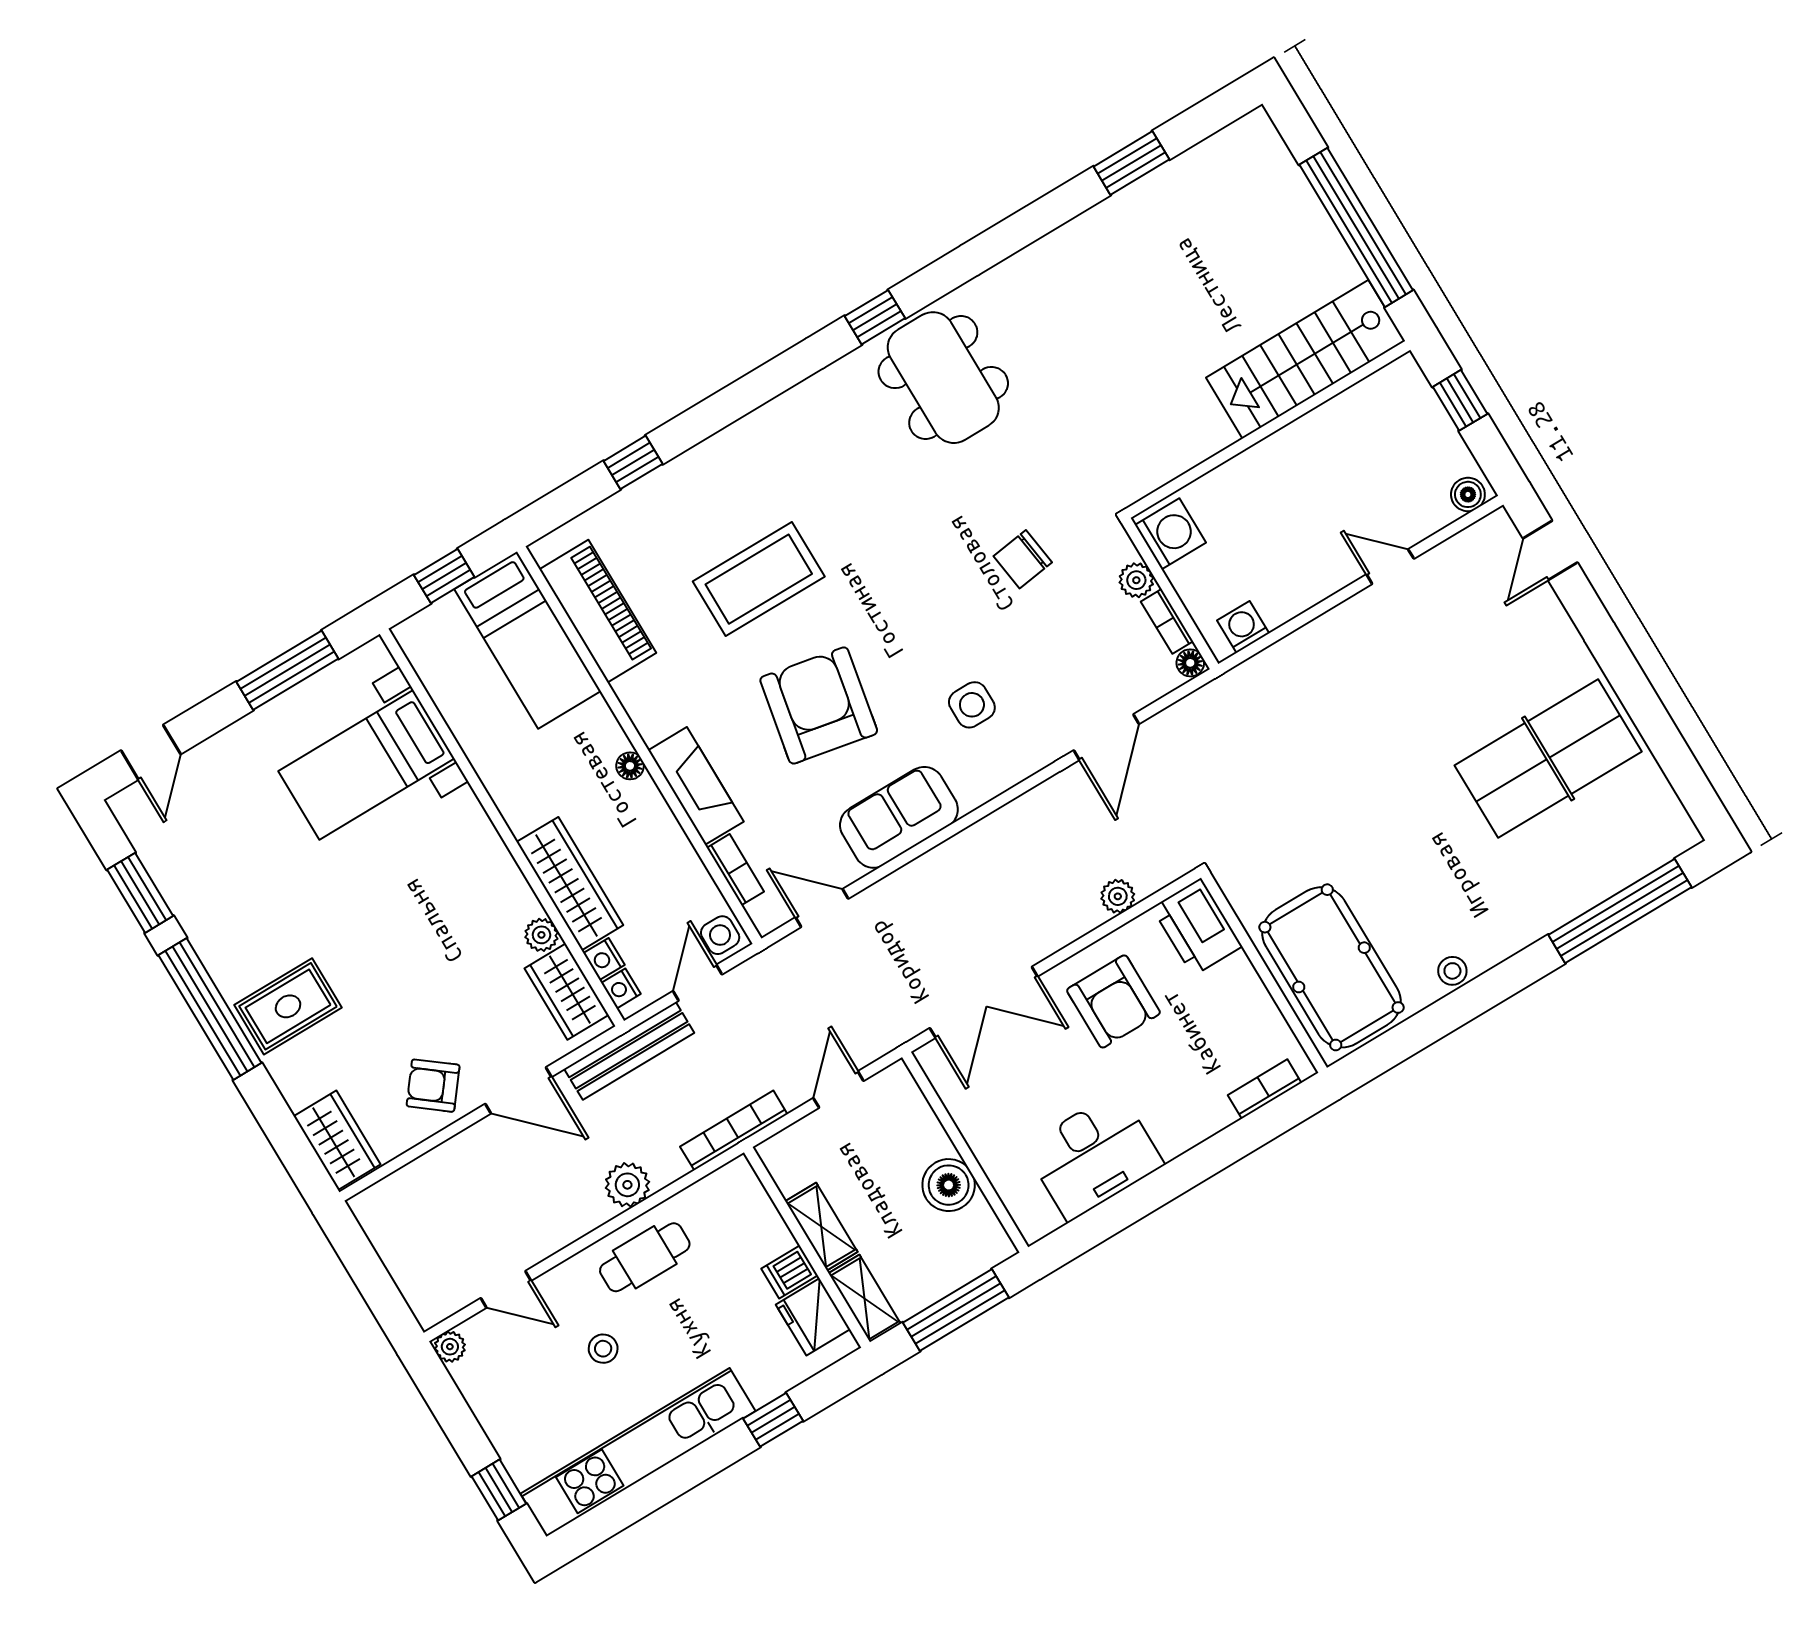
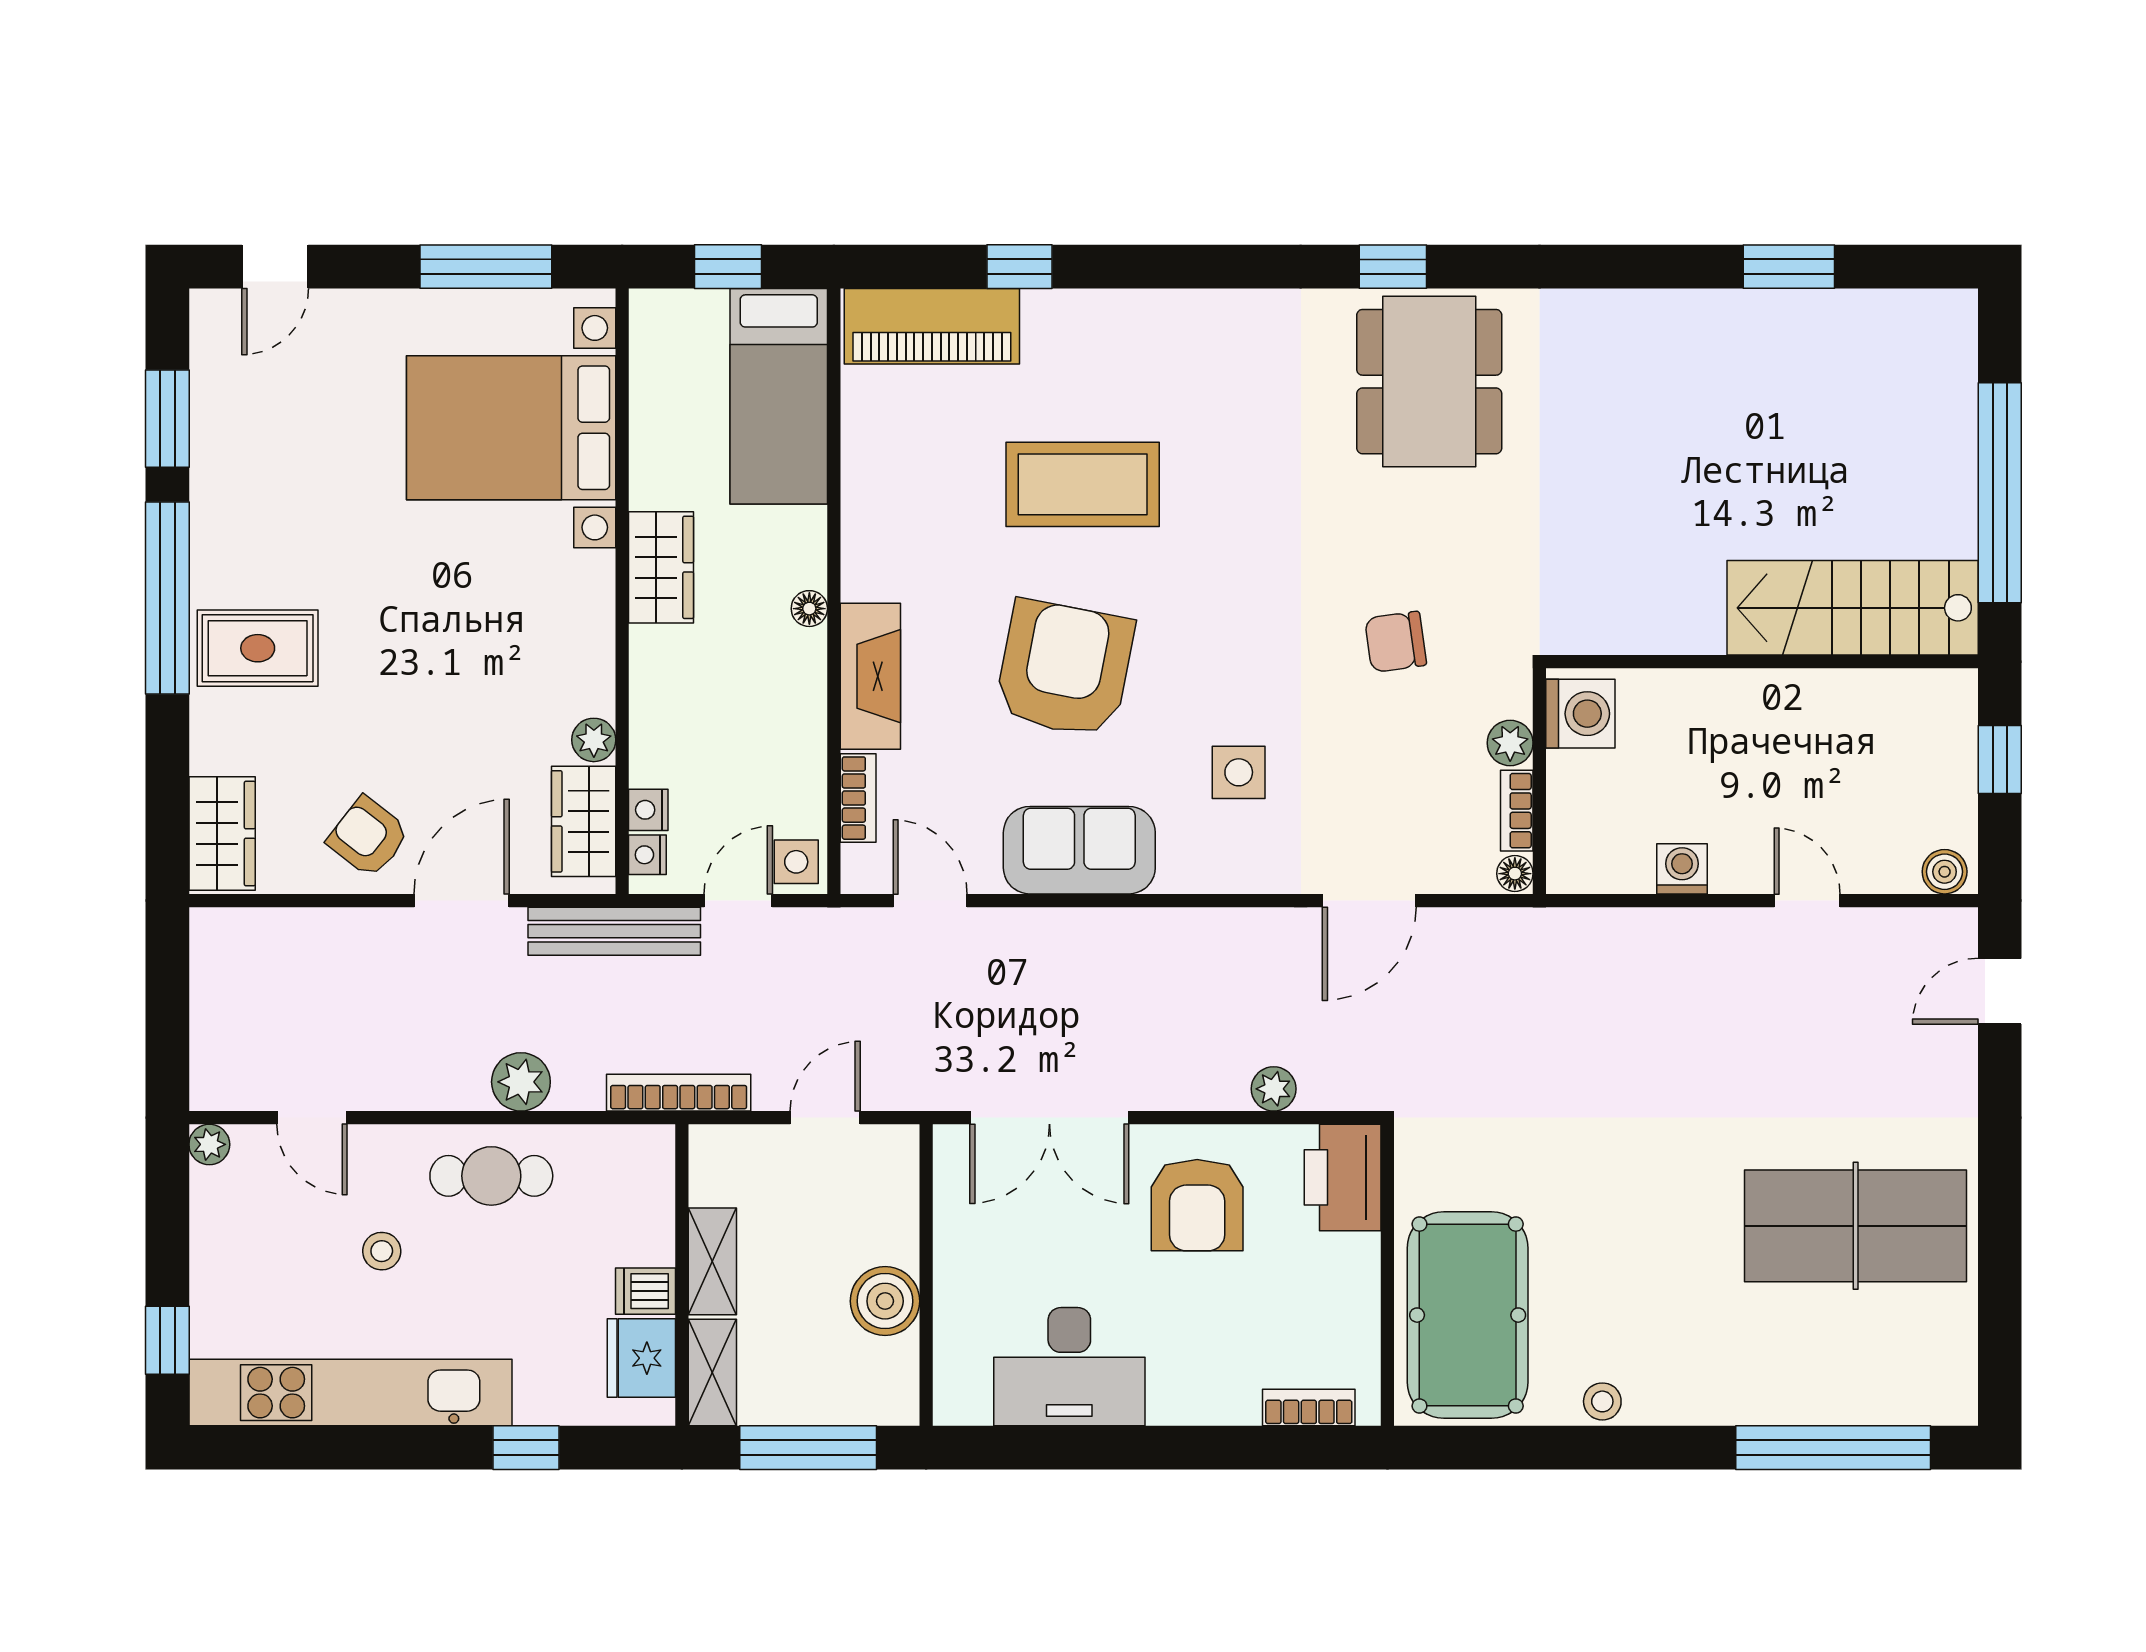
piano: (598, 611) -> (932, 326), moved, turned 90
washing machine: (1243, 627) -> (1682, 869), moved
bed with nightstands: (366, 765) -> (511, 428), width x1.36
wardrobe: (570, 884) -> (661, 567), moved, width x0.67
door: (518, 1090) -> (462, 901), swing flipped

